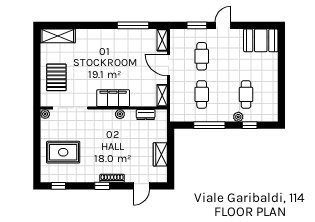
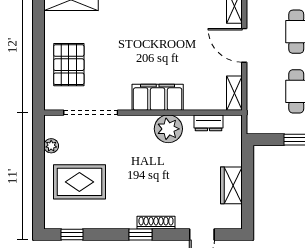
plant: (45, 114) -> (51, 146), moved
plant: (120, 114) -> (168, 129), width x1.88, depth x1.88

